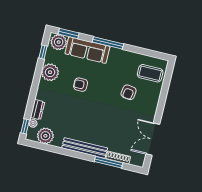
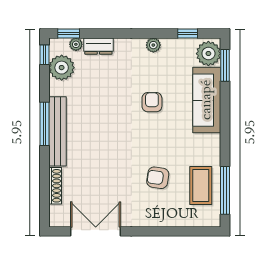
window: (108, 43) -> (225, 190), moved
plant: (50, 72) -> (153, 45), width x0.53, depth x0.53
coffee table: (150, 73) -> (201, 186), moved
window: (35, 145) -> (45, 55), added
window: (108, 162) -> (45, 124), moved

